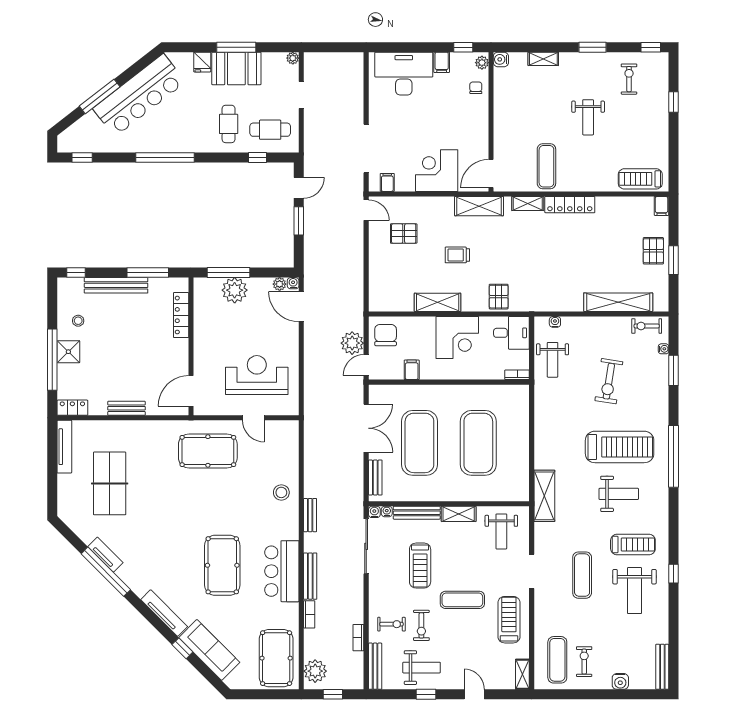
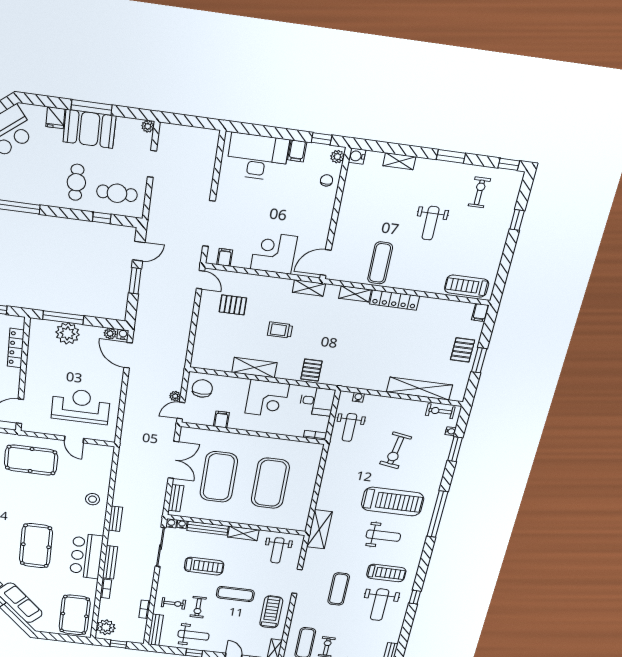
shelving: (479, 206) -> (309, 288), width x0.67, depth x0.75
plant: (352, 343) -> (175, 396), width x0.53, depth x0.53
treadmill: (420, 566) -> (204, 566), turned -90

